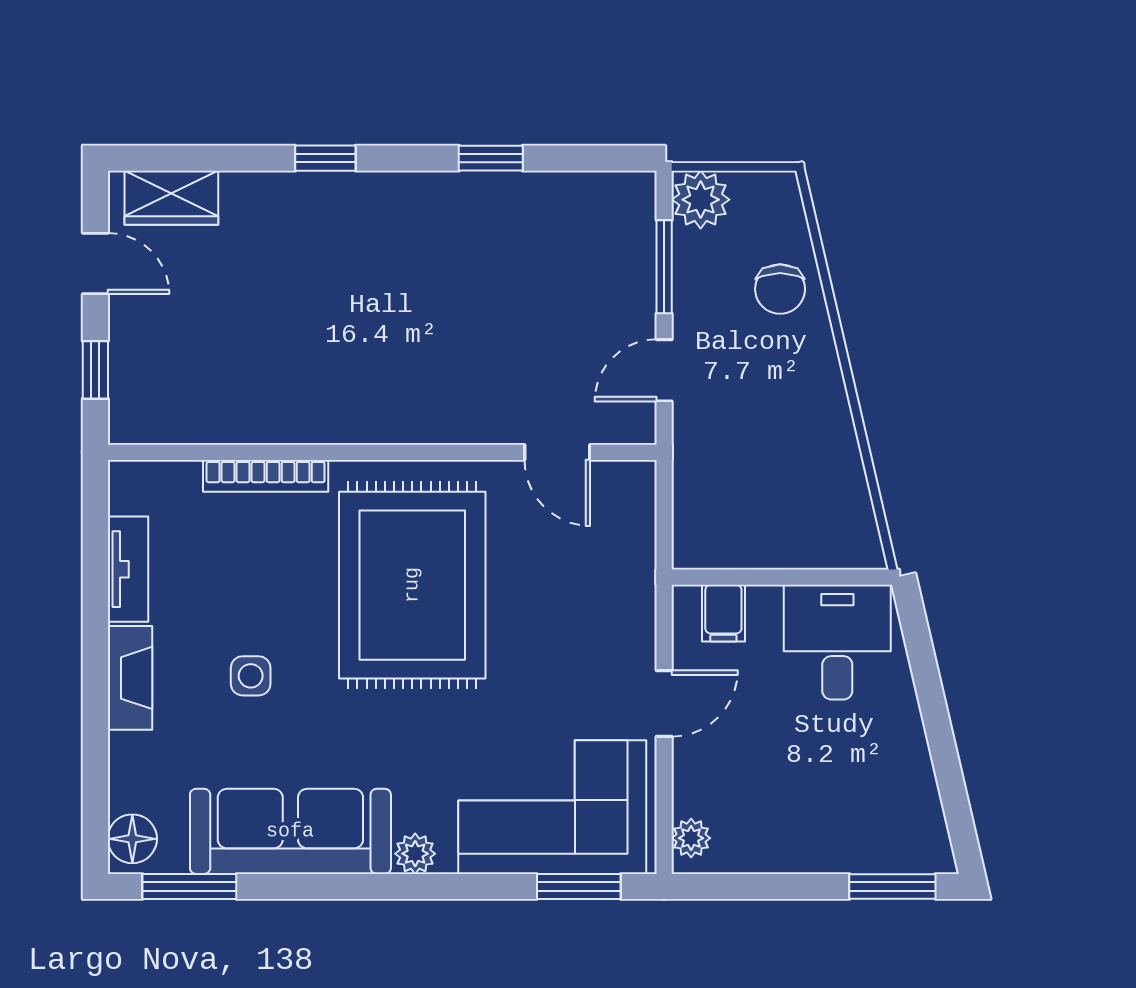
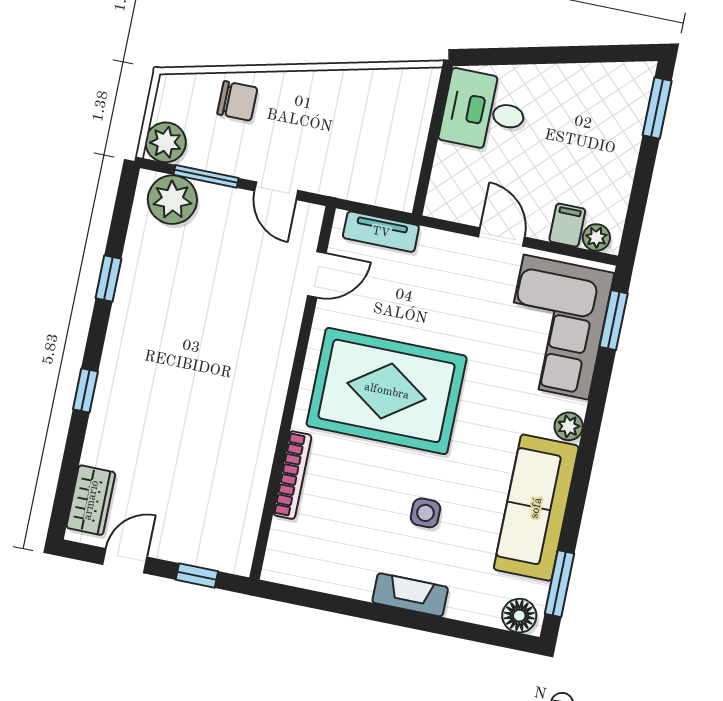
plant: (621, 226) -> (172, 200), added
tv unit: (128, 569) -> (381, 232), moved, turned 180
filing cabinet: (723, 613) -> (567, 225), moved, turned -90

